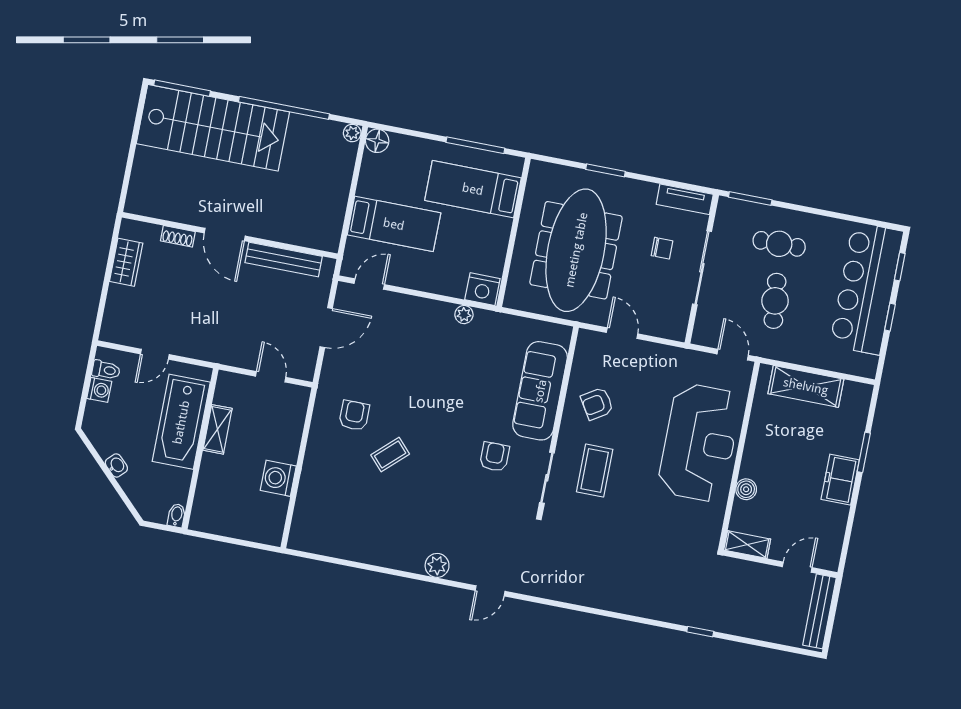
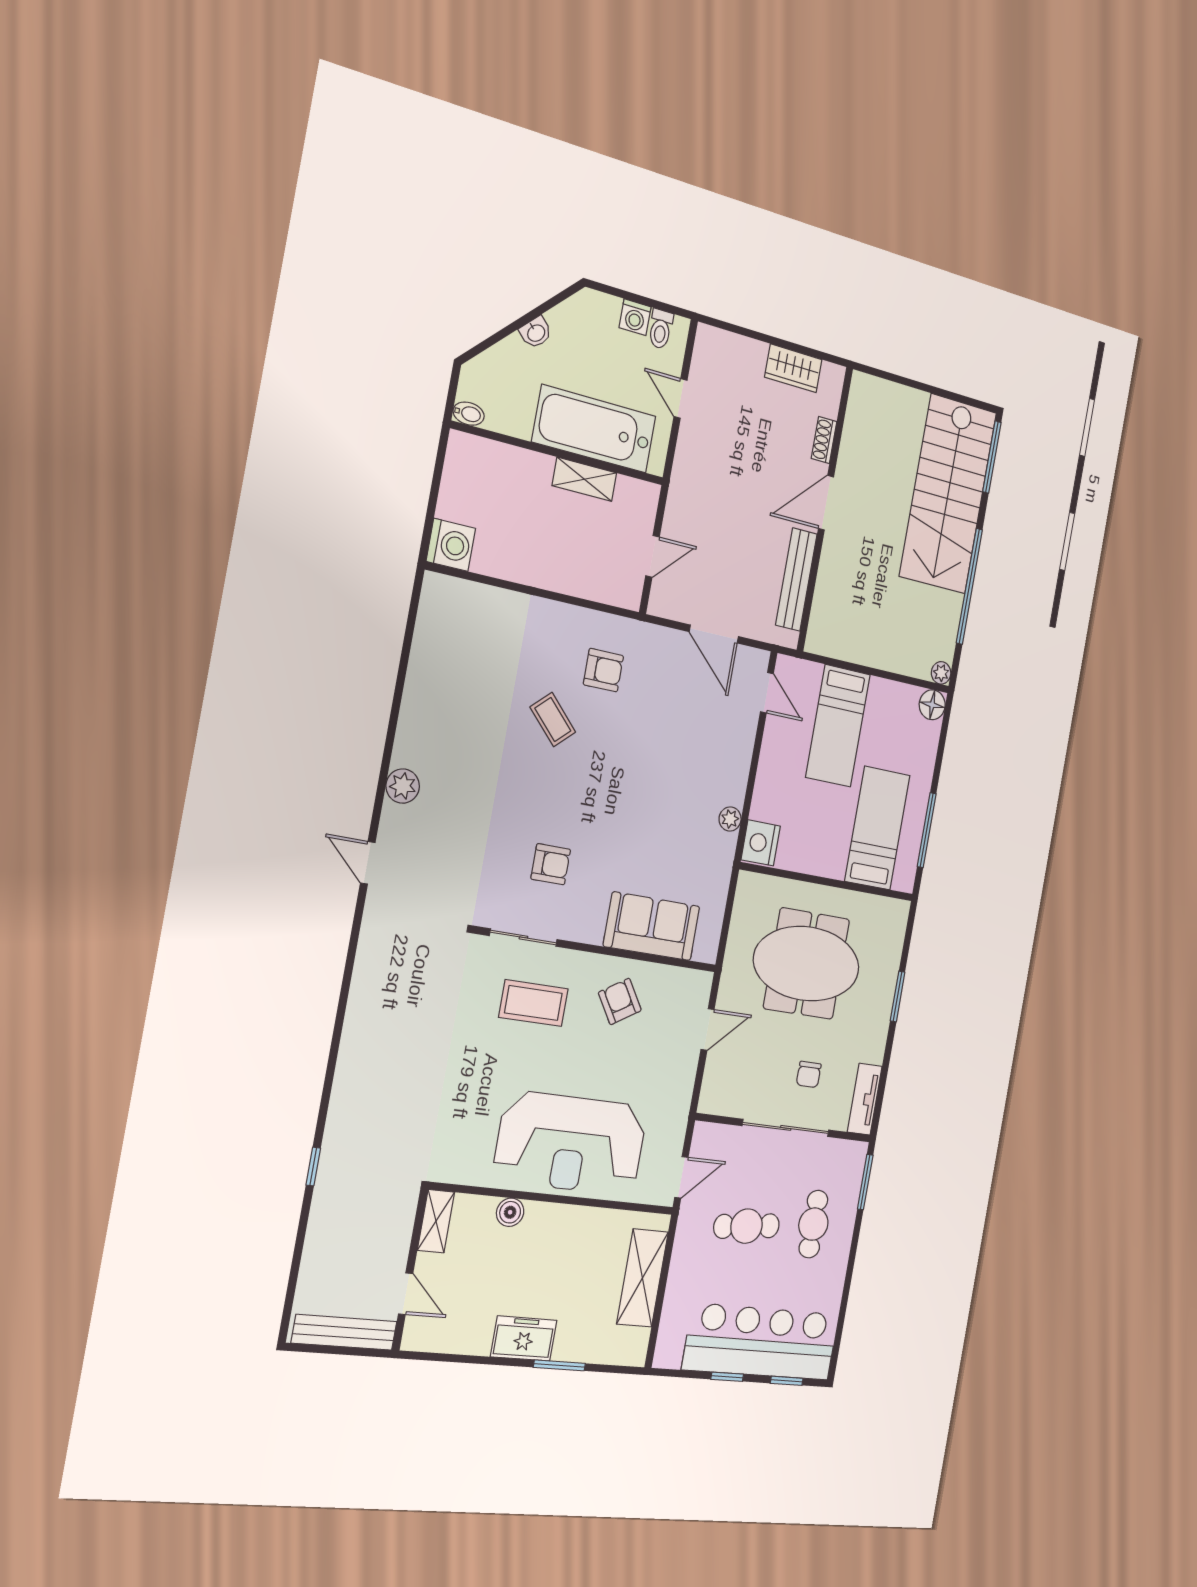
meeting table: (576, 250) -> (807, 964), width x0.73
sofa: (540, 391) -> (652, 926), width x0.73
washing machine: (278, 478) -> (451, 545), moved, turned 90

